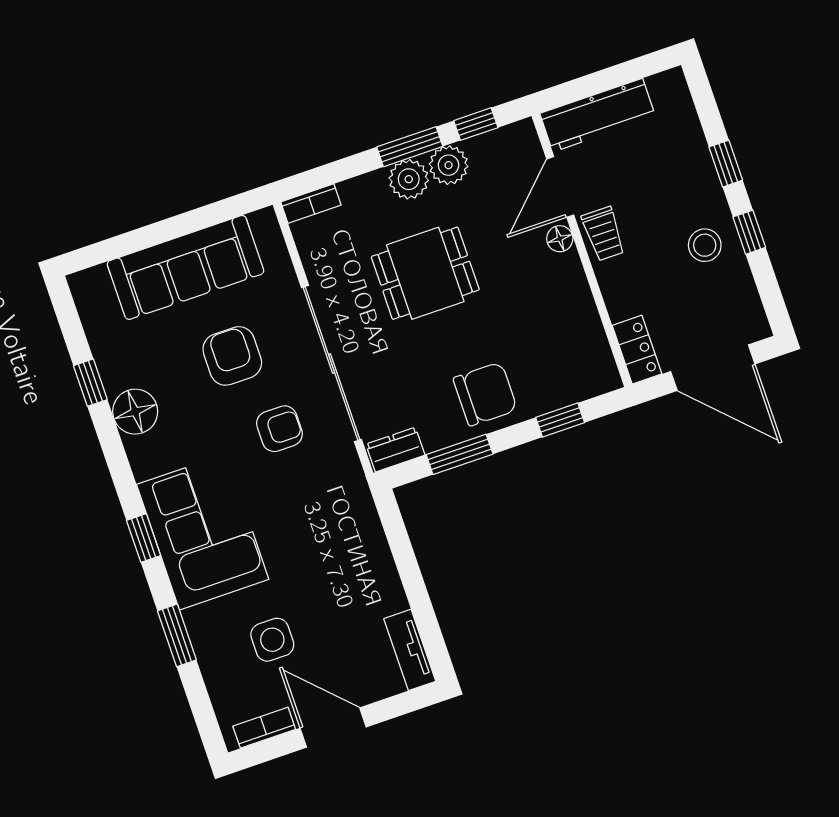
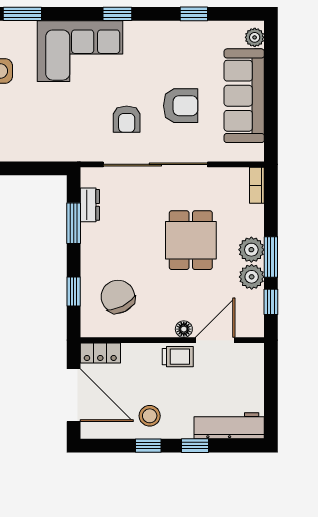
workbench: (598, 115) -> (229, 426), moved, turned 90
door: (560, 187) -> (215, 340), hinge flipped
trolley: (603, 234) -> (178, 357), turned 180
plant: (94, 281) -> (255, 37), added
door: (713, 368) -> (74, 395), swing flipped
chair: (485, 394) -> (118, 297), moved, turned 153
floor lamp: (135, 412) -> (167, 35), removed
dresser: (395, 450) -> (90, 205), moved
window: (144, 538) -> (117, 14), moved

